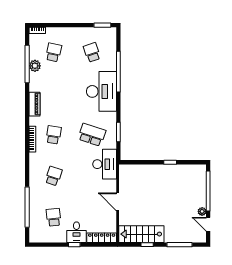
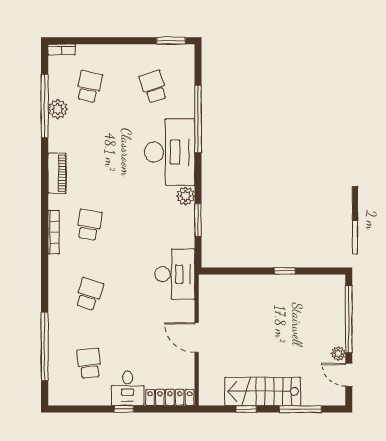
plant: (111, 118) -> (186, 196), added
school desk: (92, 135) -> (153, 225), removed
stairs: (141, 234) -> (263, 391), moved

